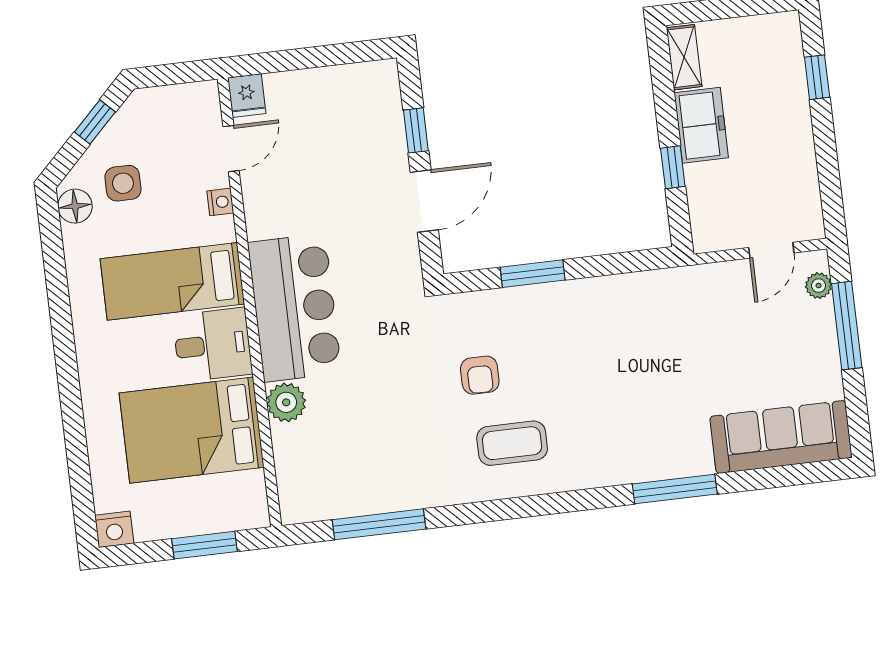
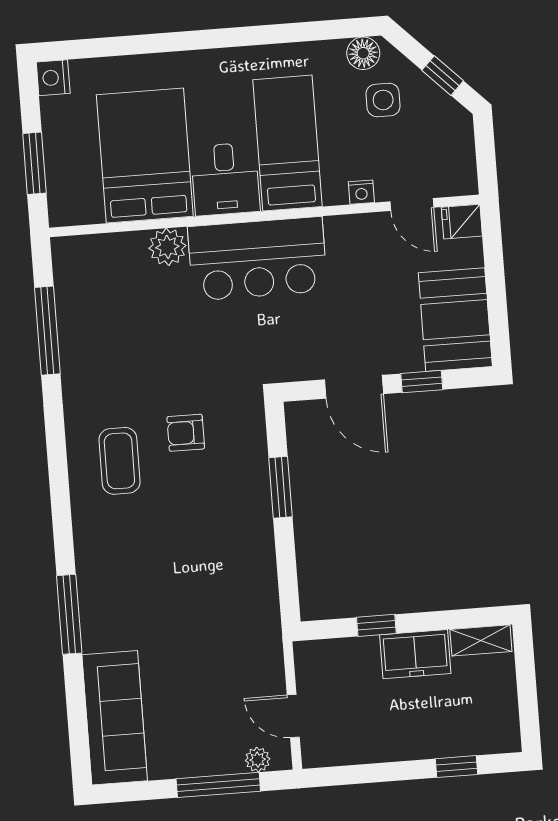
booth: (350, 98) -> (455, 320), added

